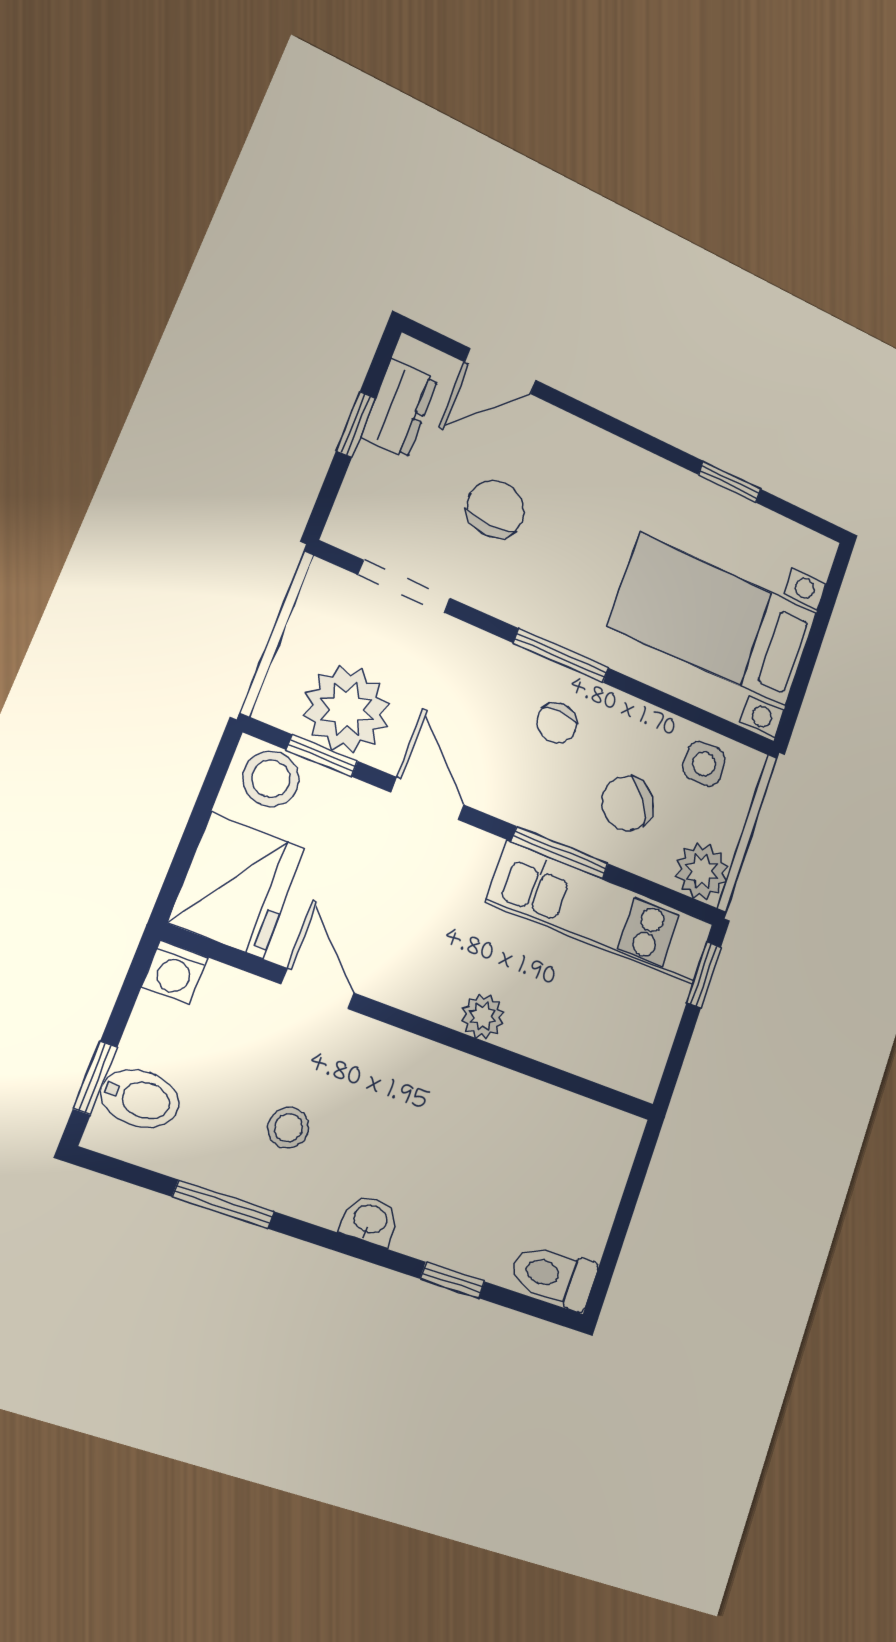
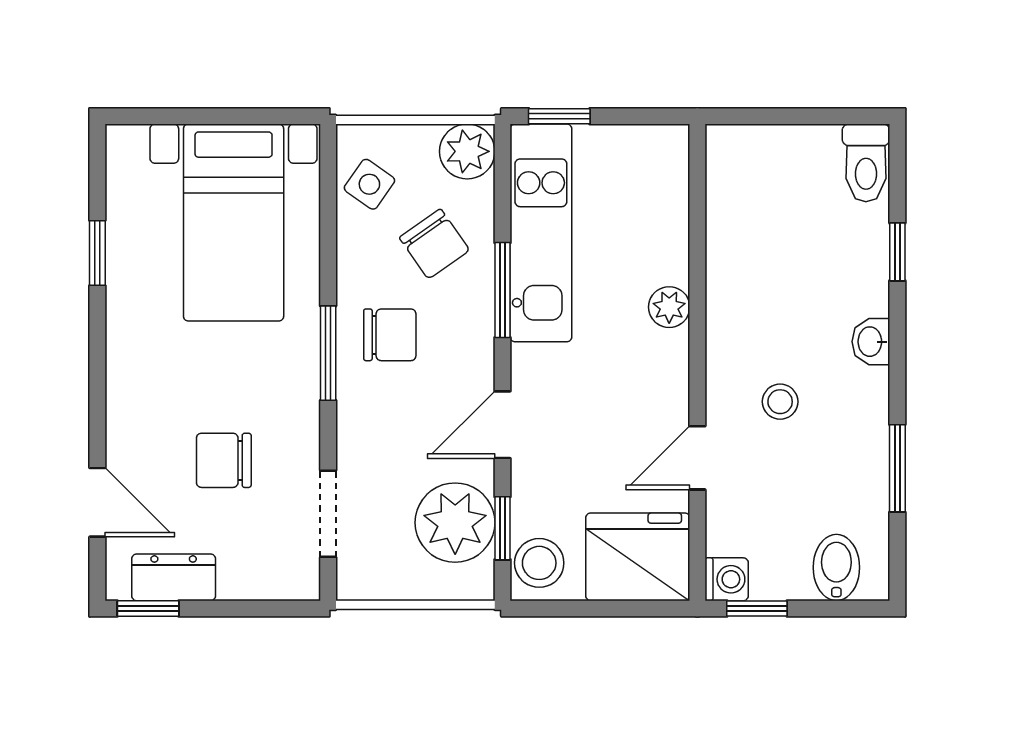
window: (356, 424) -> (148, 609), moved
chair: (557, 723) -> (390, 335), width x1.37, depth x1.37
side table: (704, 764) -> (369, 184), turned 35
window: (95, 1078) -> (757, 609), moved
stool: (288, 1128) -> (780, 402), moved

